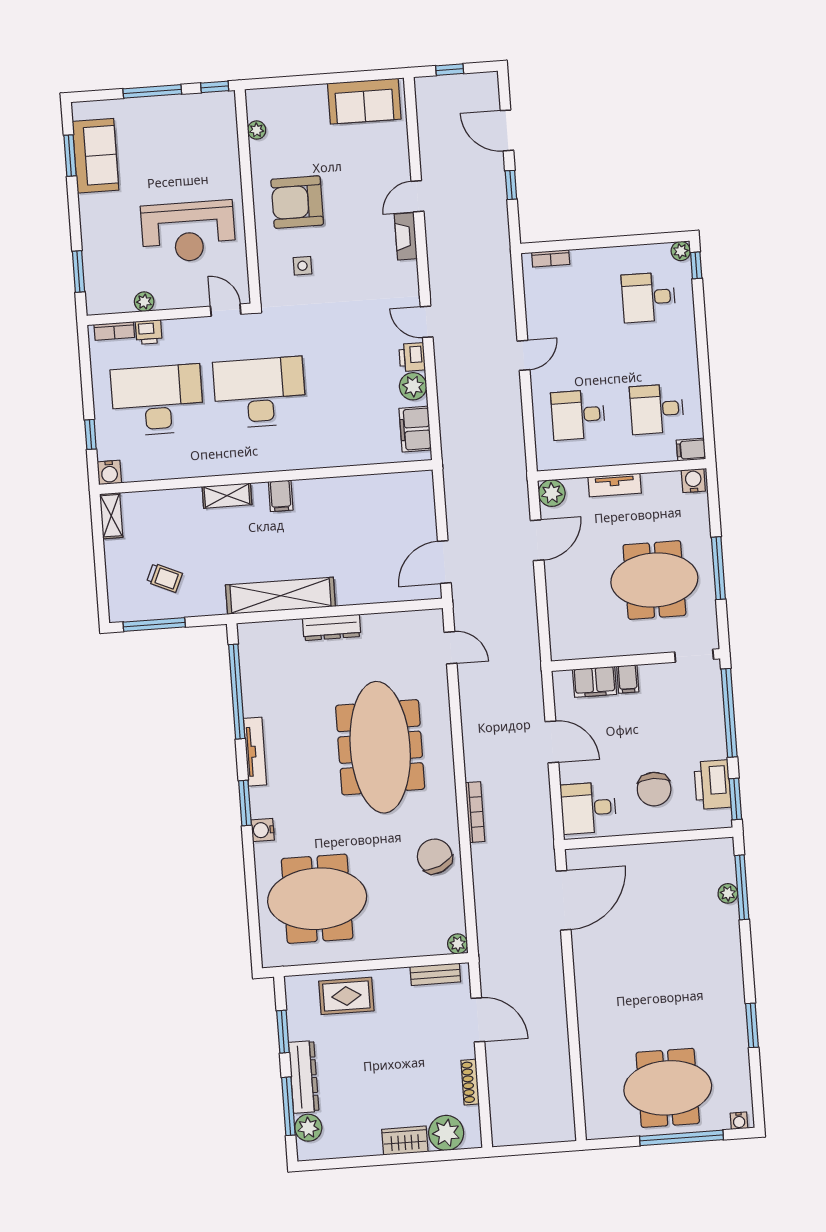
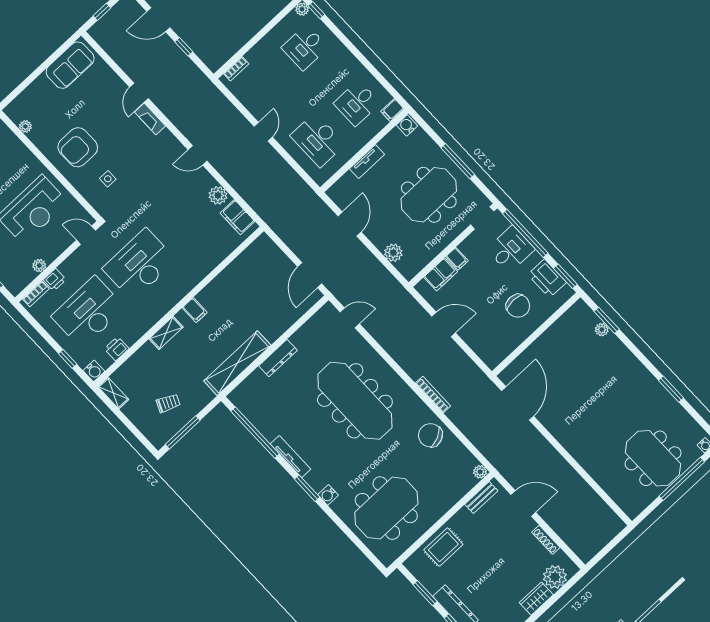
printer: (412, 357) -> (117, 349), moved, turned 90
desk: (578, 415) -> (318, 140), width x1.37
plant: (552, 493) -> (393, 253), moved
desk: (588, 808) -> (511, 249), moved, turned 180
window: (742, 887) -> (607, 320), width x0.69
meeting table: (668, 1088) -> (653, 458), turned 90

